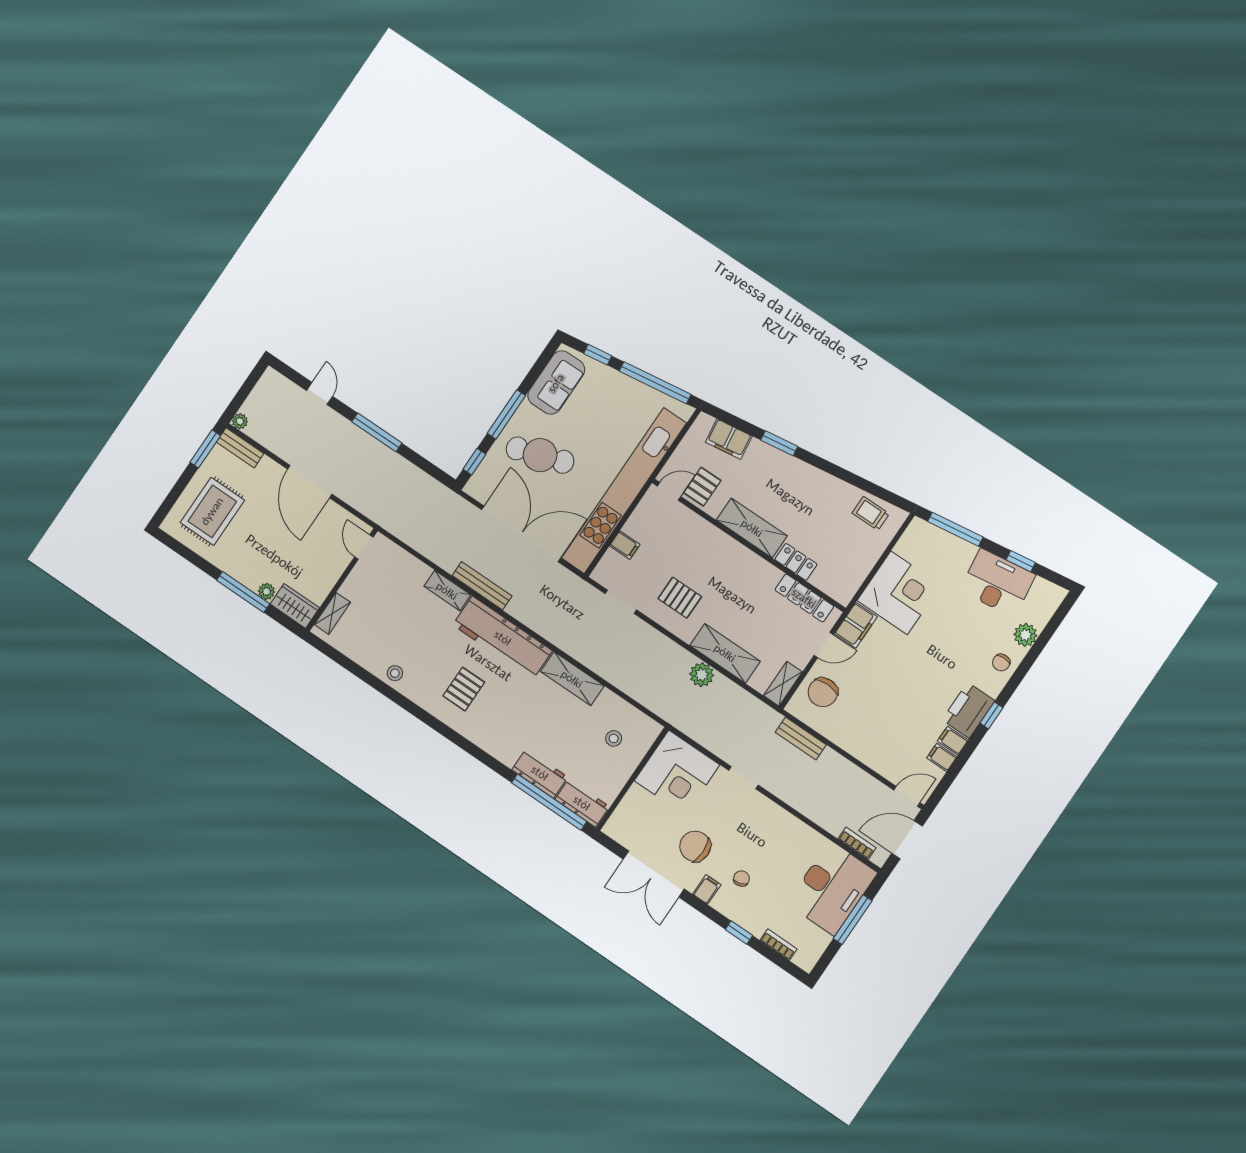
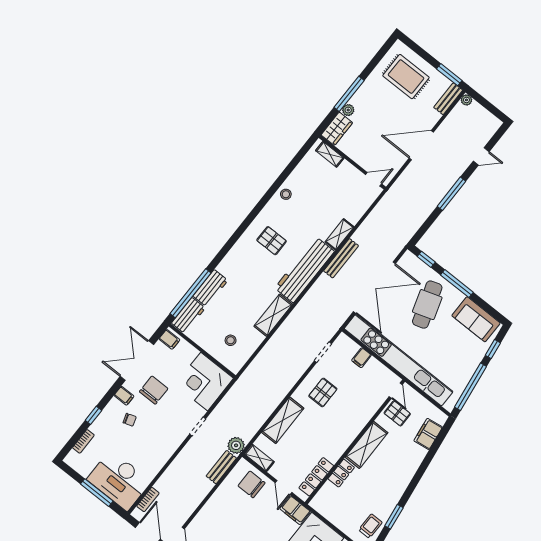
window: (779, 443) -> (394, 517), moved
plant: (702, 675) -> (236, 445), moved
filing cabinet: (619, 828) -> (169, 339), added

